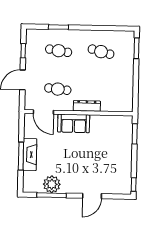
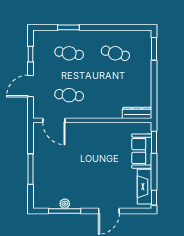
dresser: (87, 106) -> (137, 113), moved
sofa: (74, 123) -> (142, 151), moved, turned 90
fireplace: (30, 155) -> (144, 187), moved, turned 180
plant: (52, 184) -> (65, 204), width x0.53, depth x0.53

